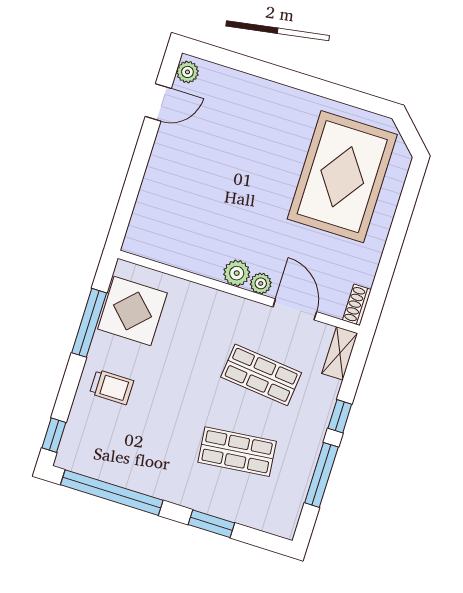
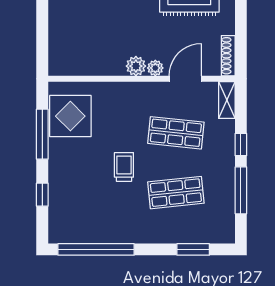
shoe rack: (357, 305) -> (228, 56), width x1.43
door: (295, 309) -> (185, 79), hinge flipped
trolley: (112, 387) -> (124, 167), moved, turned -90
window: (54, 435) -> (42, 195), moved
window: (211, 524) -> (193, 249), moved

